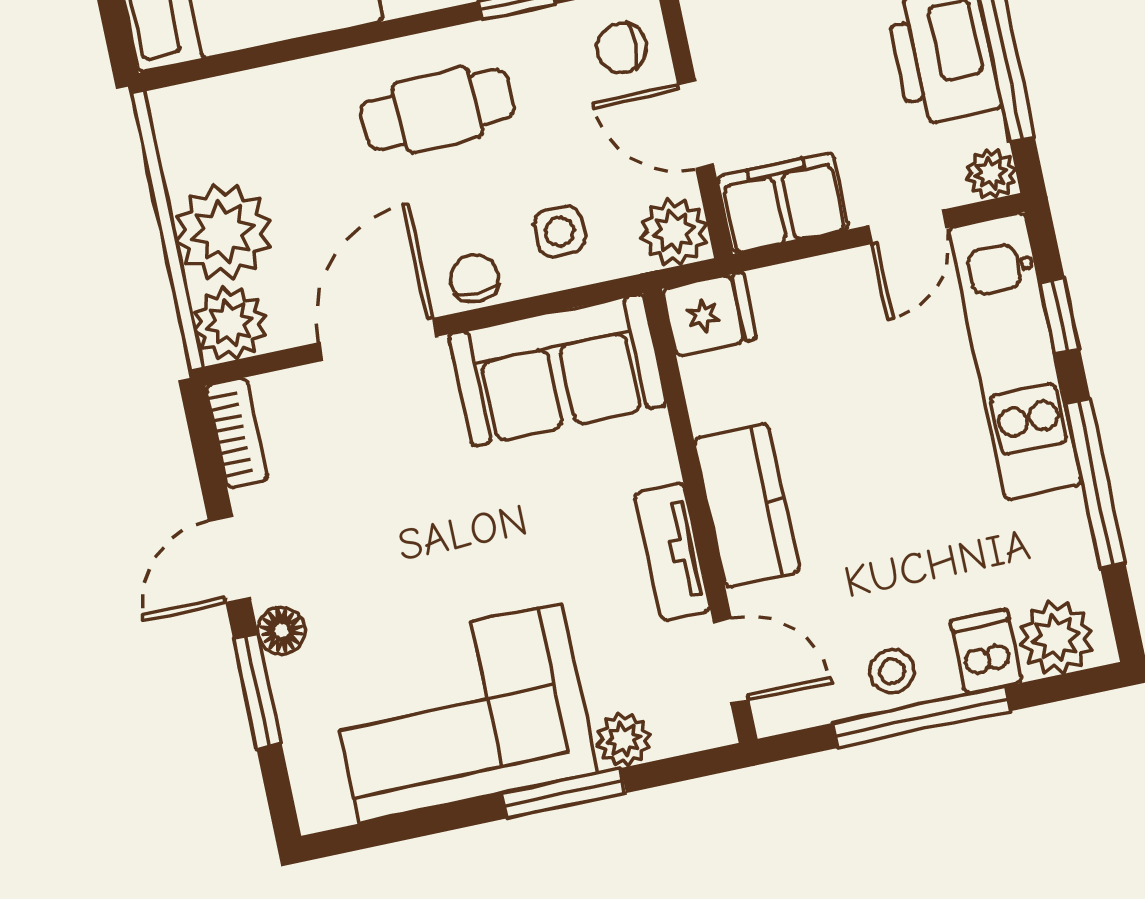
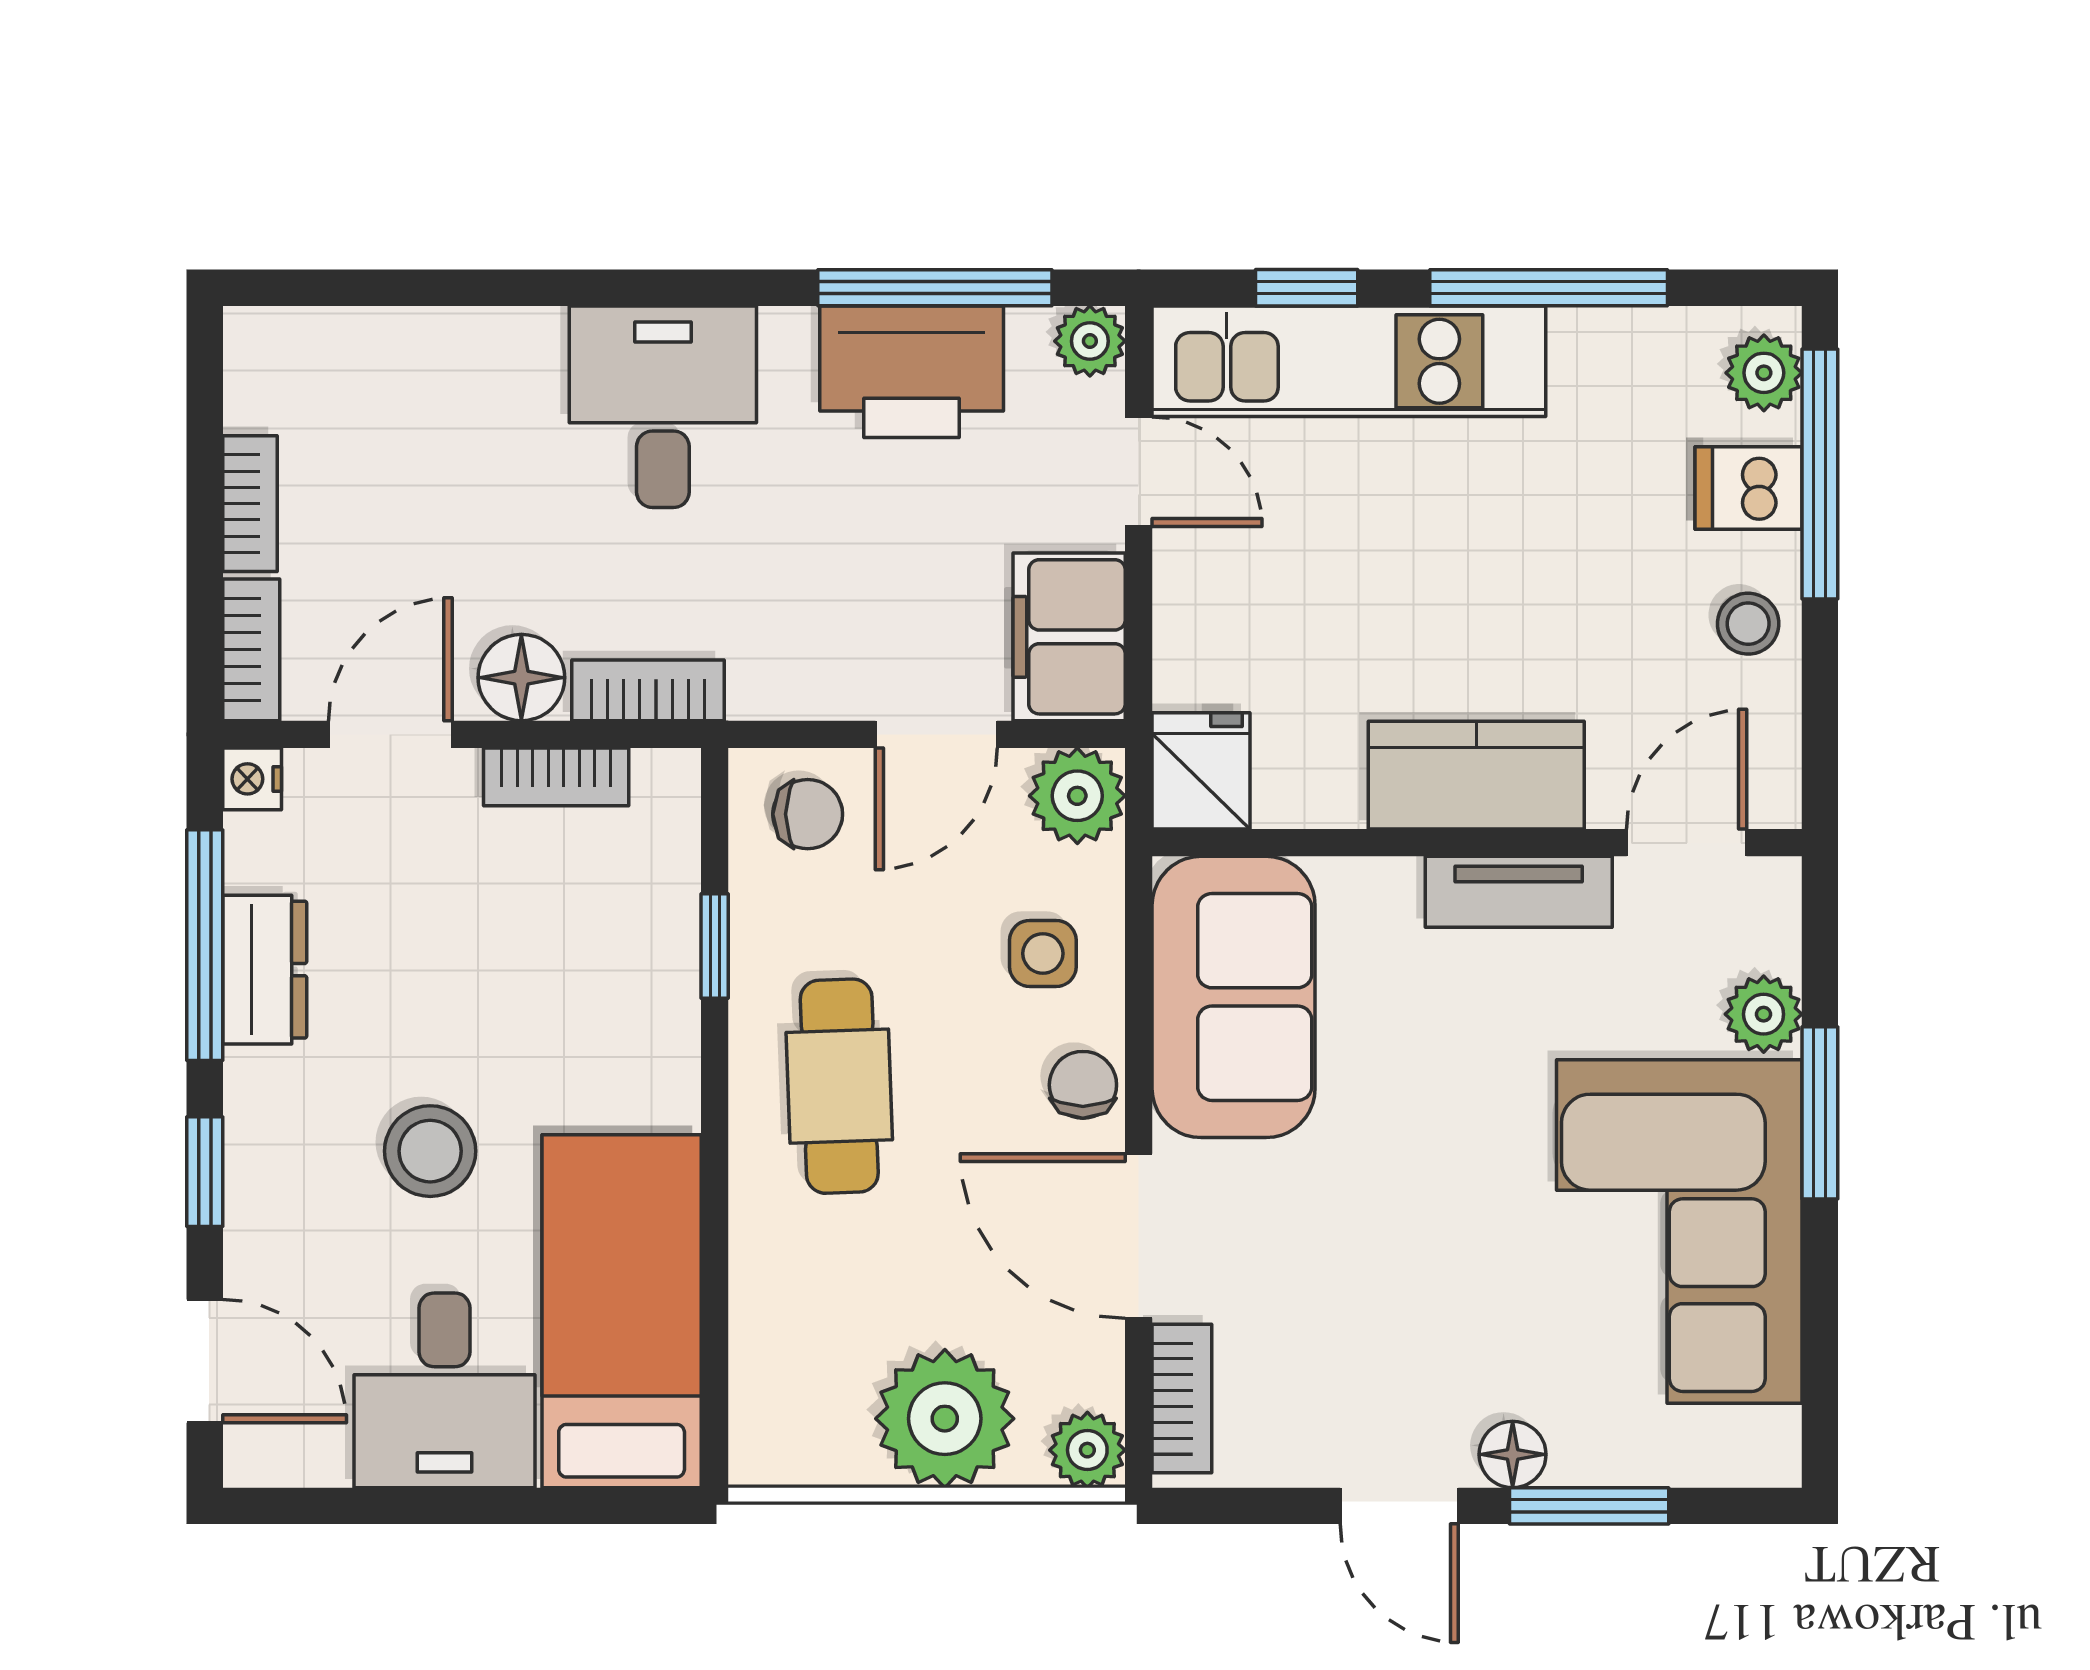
chair: (621, 48) -> (808, 814), turned -90
chair: (474, 278) -> (1083, 1085), turned 90
plant: (230, 323) -> (1087, 1450), width x0.73, depth x0.73
bookcase: (237, 433) -> (1182, 1399), moved, turned 90
plant: (1056, 638) -> (1764, 373), width x0.73, depth x0.73
window: (922, 717) -> (1820, 474), moved

